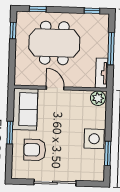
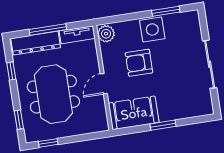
window: (92, 11) -> (11, 71), moved
dresser: (101, 36) -> (36, 43), added
armchair: (35, 150) -> (139, 63), moved, turned 90

